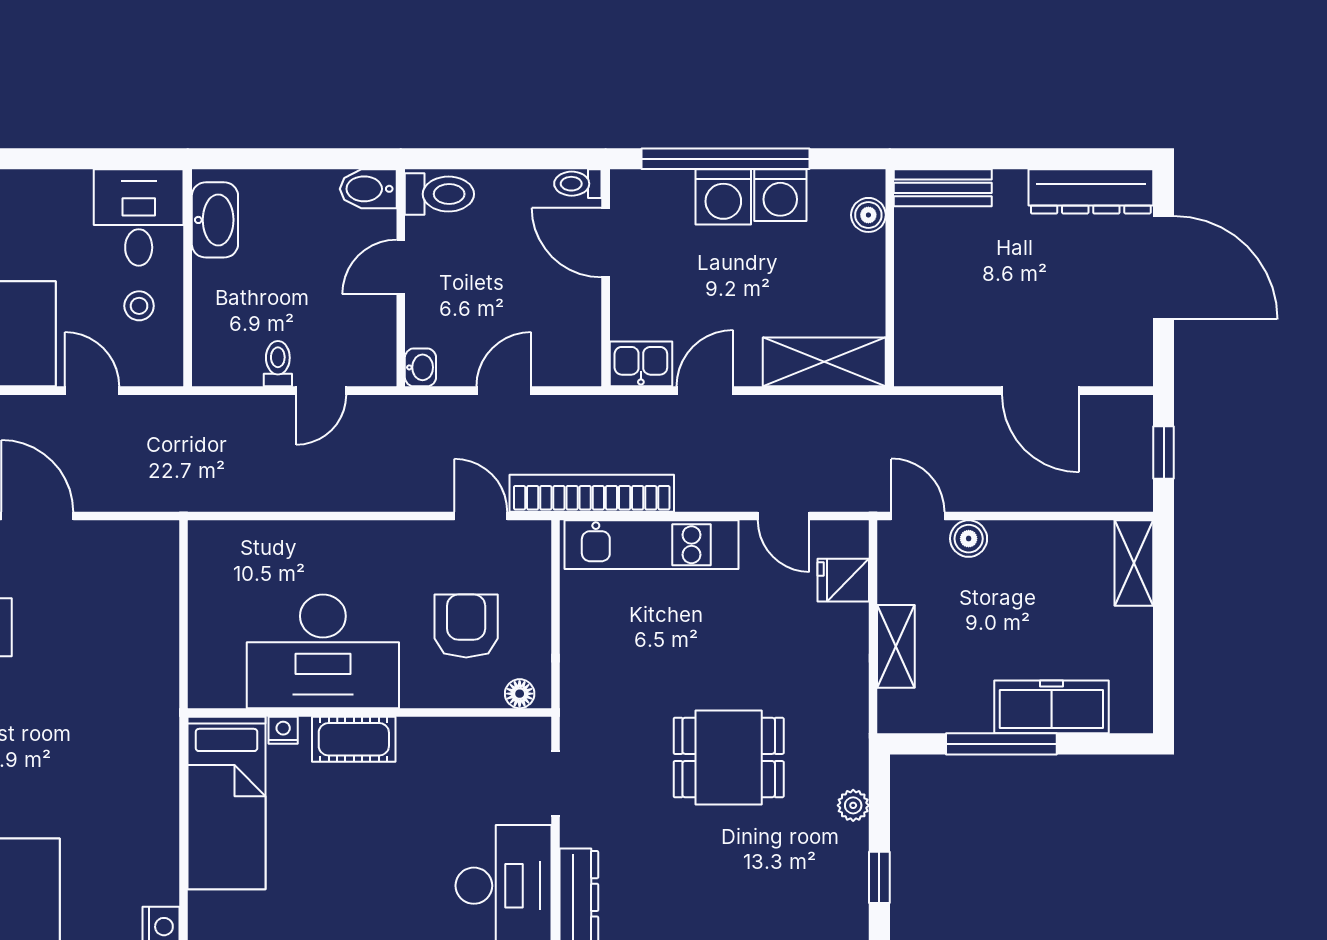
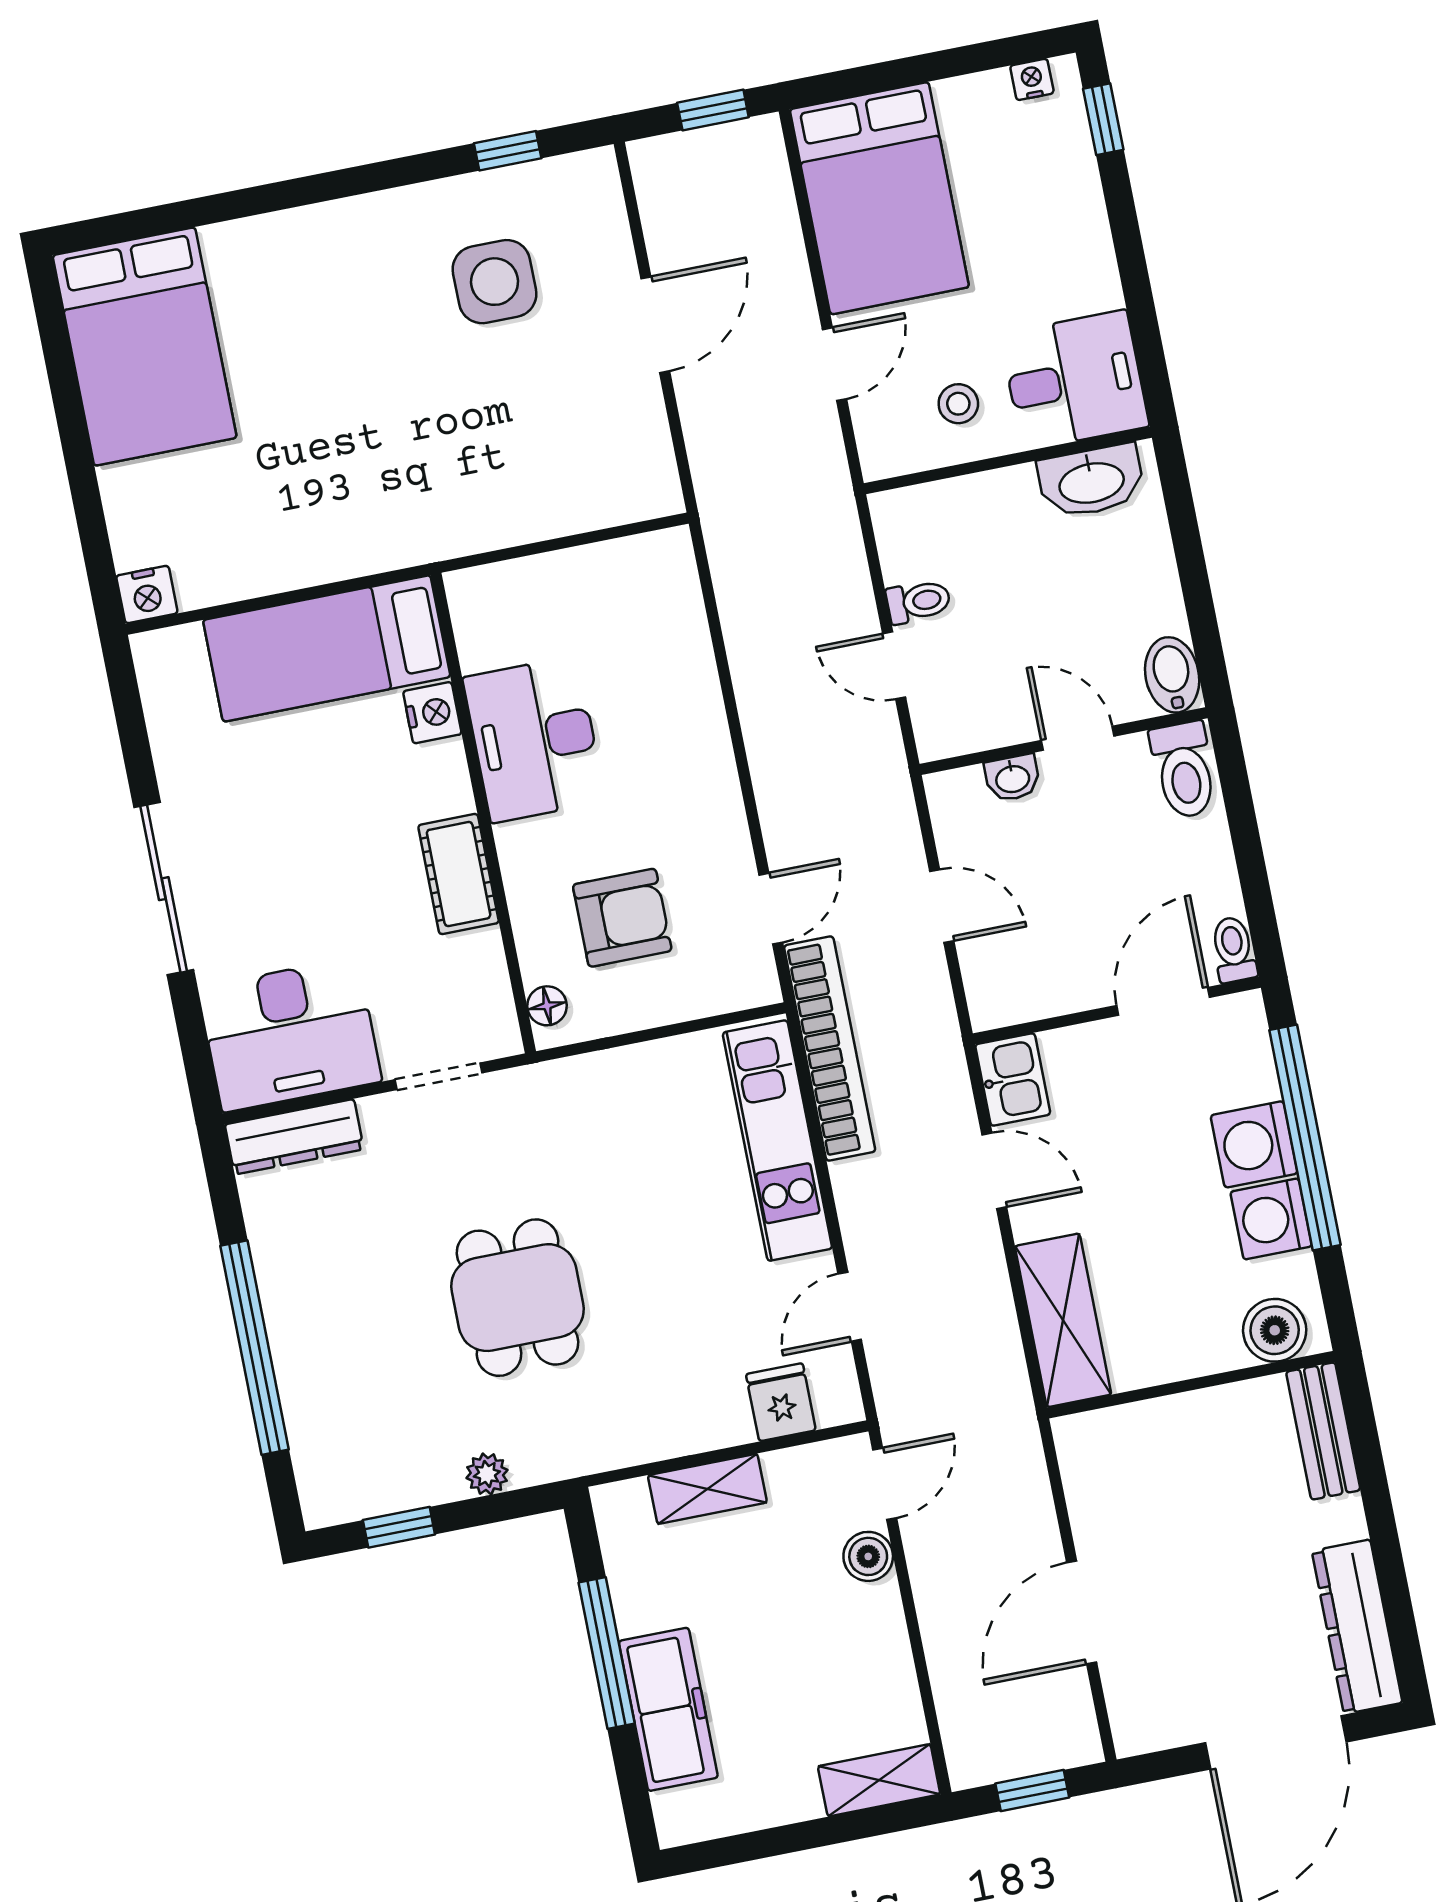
boiler: (868, 215) -> (1275, 1330), width x1.36, depth x1.36
washbasin: (420, 367) -> (1012, 778), moved
desk: (323, 651) -> (534, 739), width x0.73, depth x0.77
nightstand: (283, 730) -> (432, 713), width x1.39, depth x1.35
cot: (354, 739) -> (459, 874), moved

